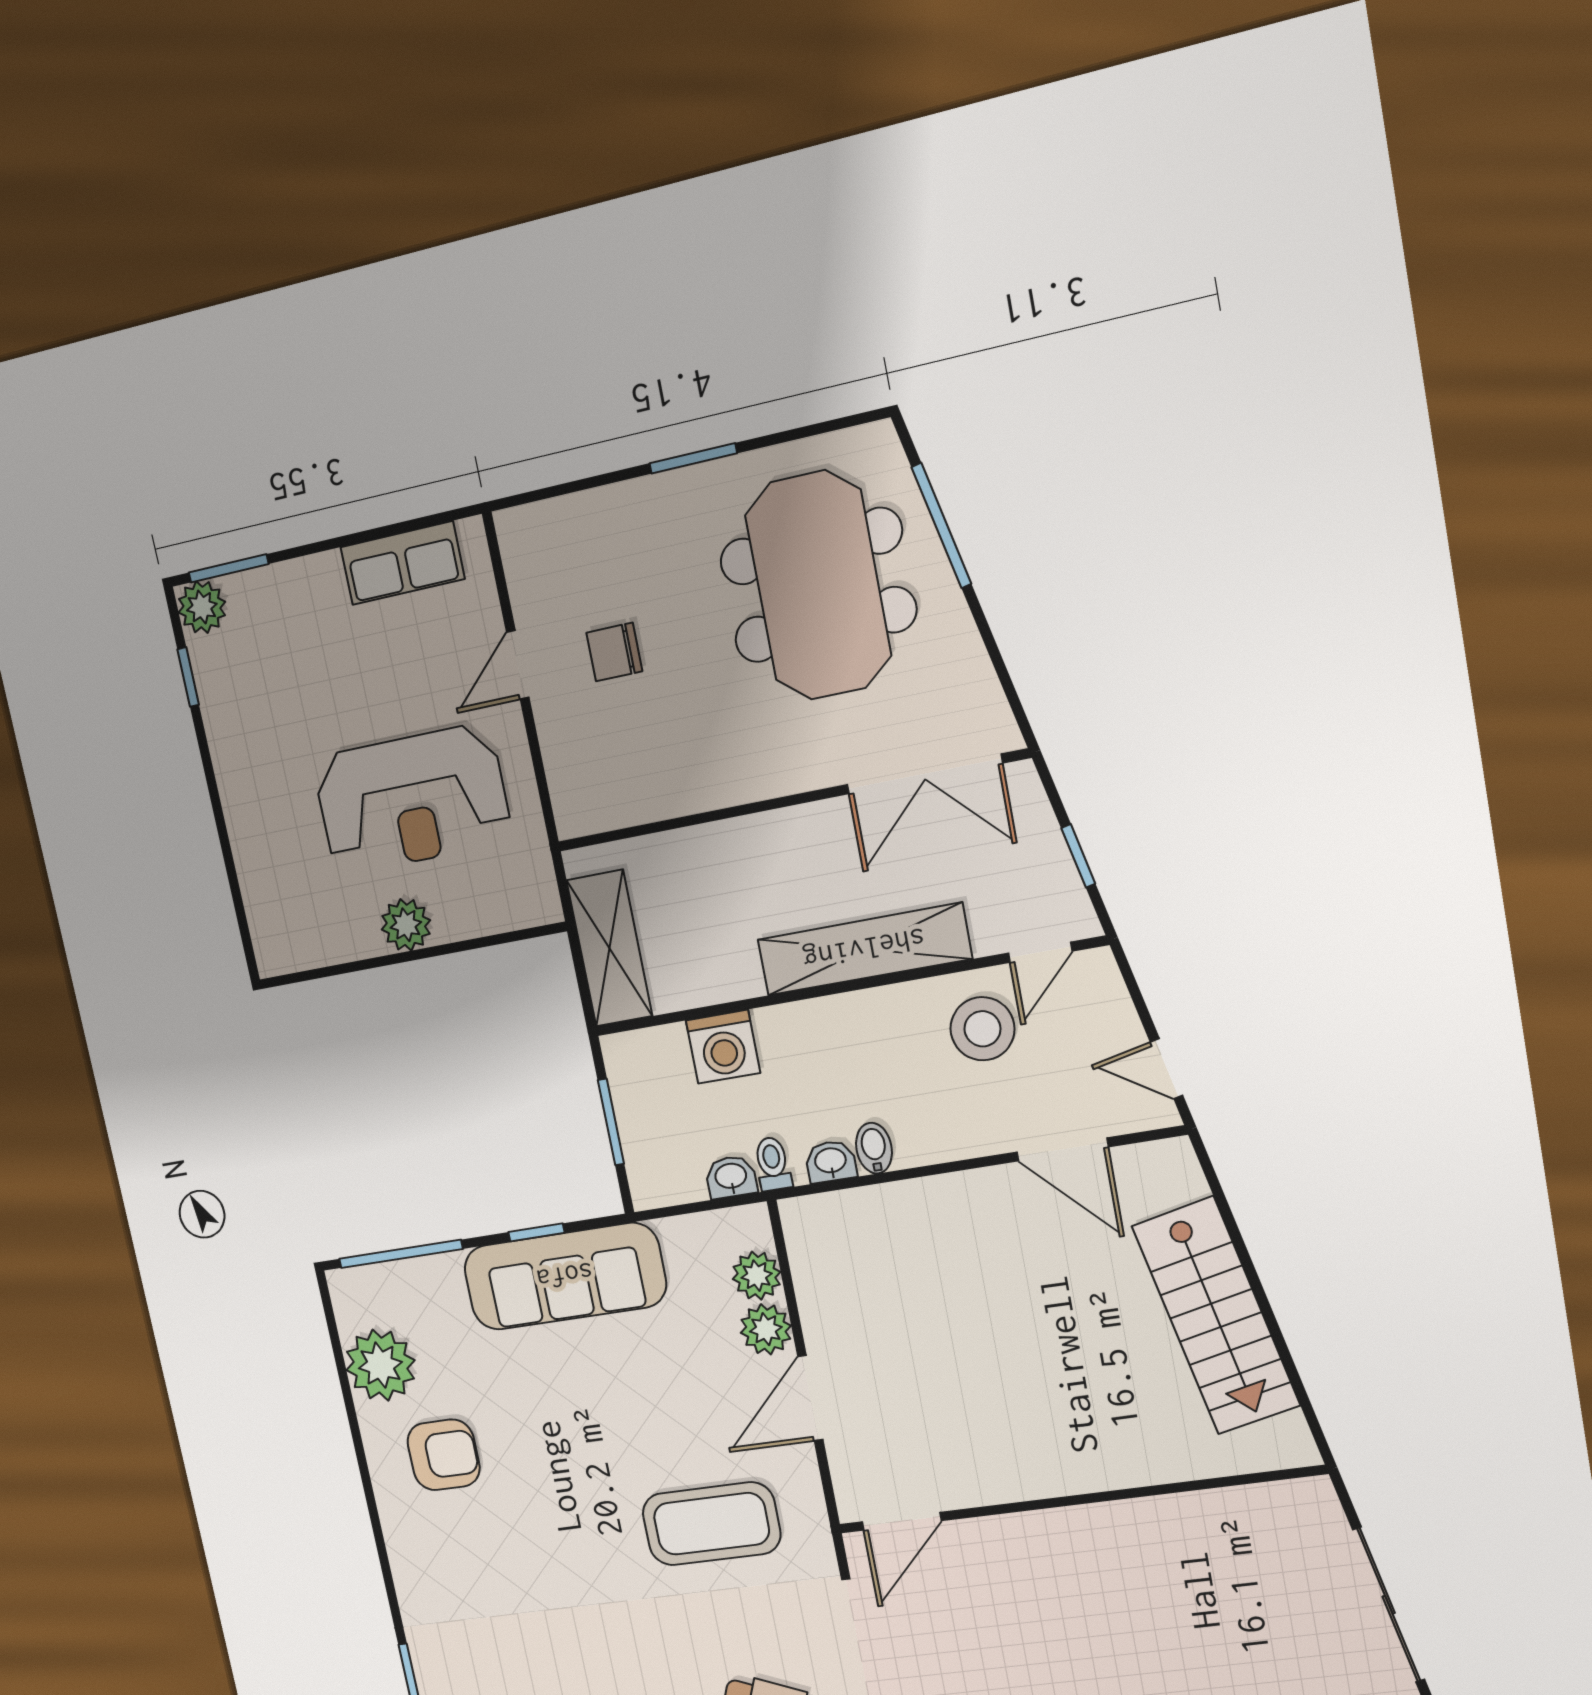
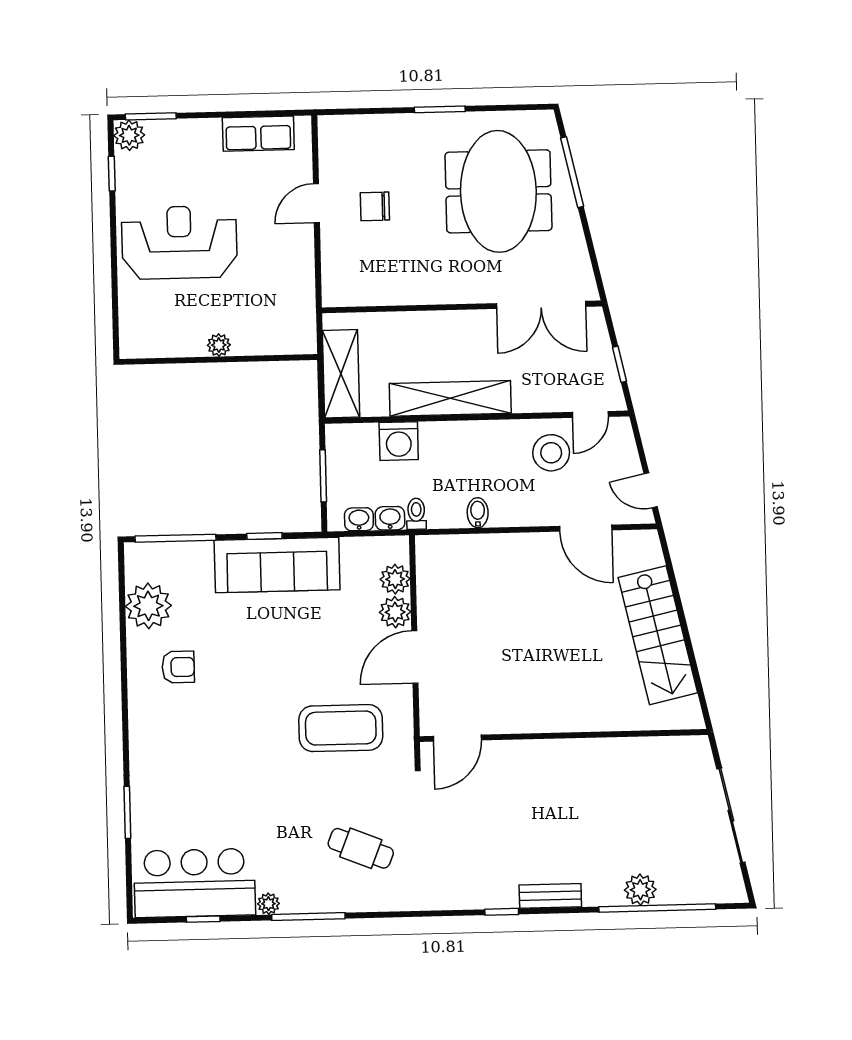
reception desk: (412, 799) -> (179, 242), moved, turned 180
plant: (406, 925) -> (219, 345), width x0.73, depth x0.73
shelving: (864, 949) -> (450, 398), moved
washbasin: (831, 1161) -> (359, 519), moved
armchair: (444, 1455) -> (178, 667), width x0.72, depth x0.72

